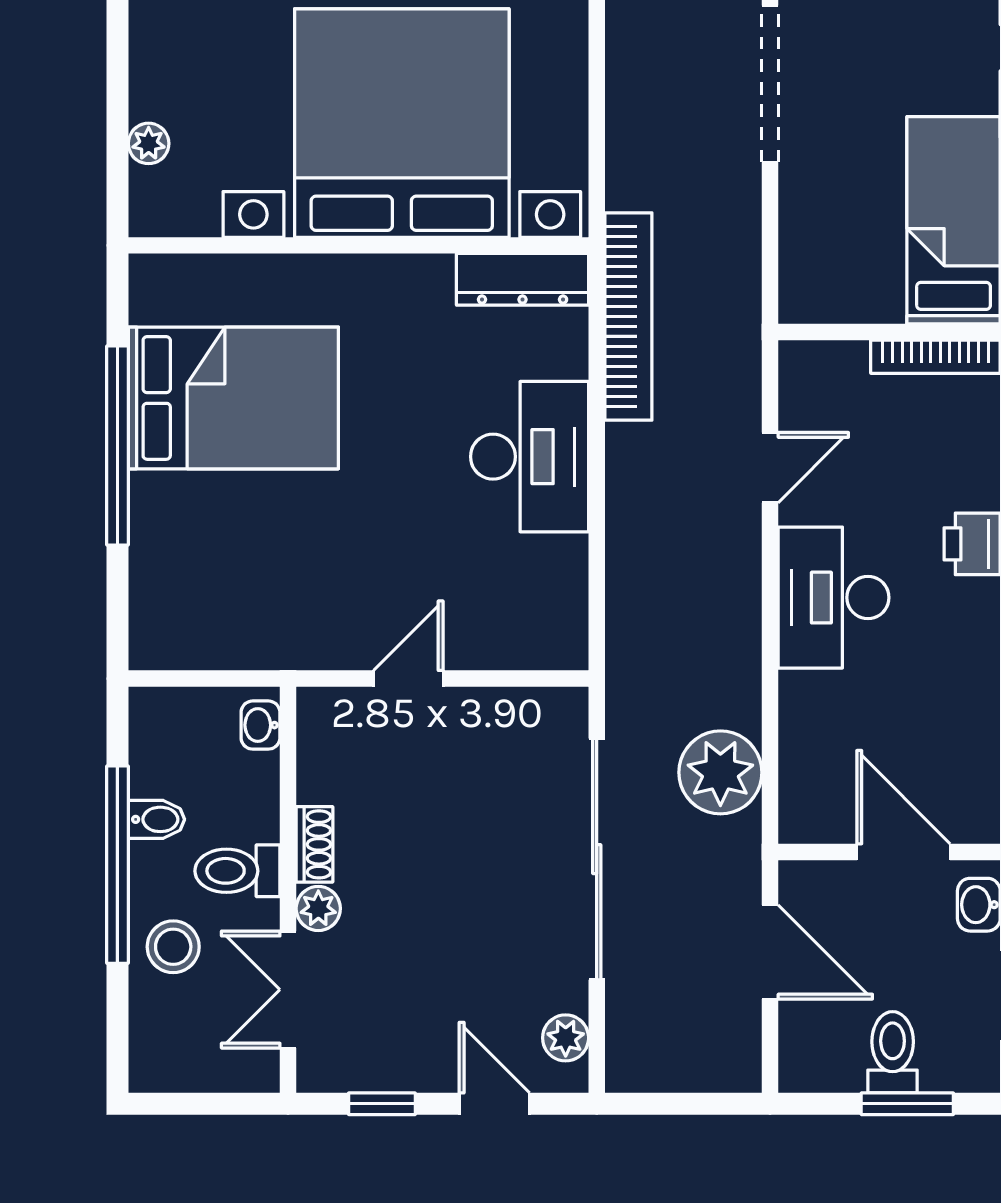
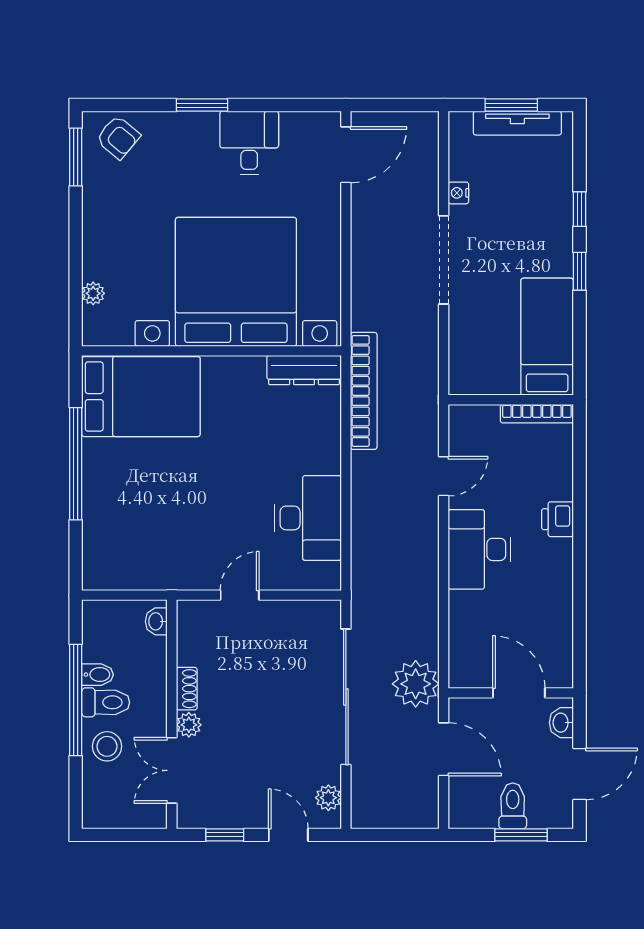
bed: (233, 398) -> (141, 397), moved
desk: (530, 457) -> (308, 518), moved
plant: (720, 772) -> (416, 684), moved
toilet: (237, 871) -> (106, 702), moved, turned 180

